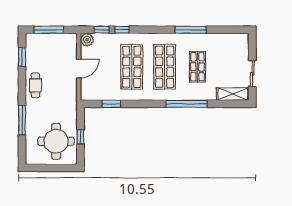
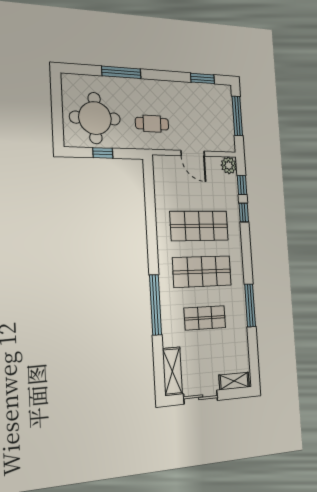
shelving: (244, 47) -> (234, 381), added
cafe table: (35, 85) -> (152, 124), moved
window: (111, 104) -> (150, 197), removed

